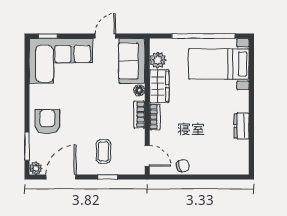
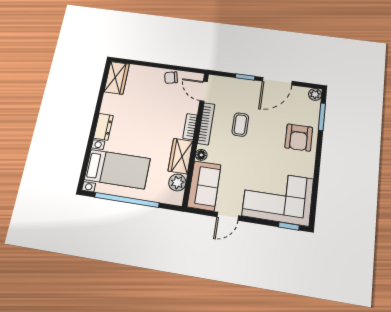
bookcase: (139, 115) -> (206, 124), width x1.56
dresser: (242, 126) -> (103, 127), moved
coffee table: (103, 151) -> (240, 125), moved
wardrobe: (239, 158) -> (117, 78), added
door: (61, 177) -> (277, 81), moved

